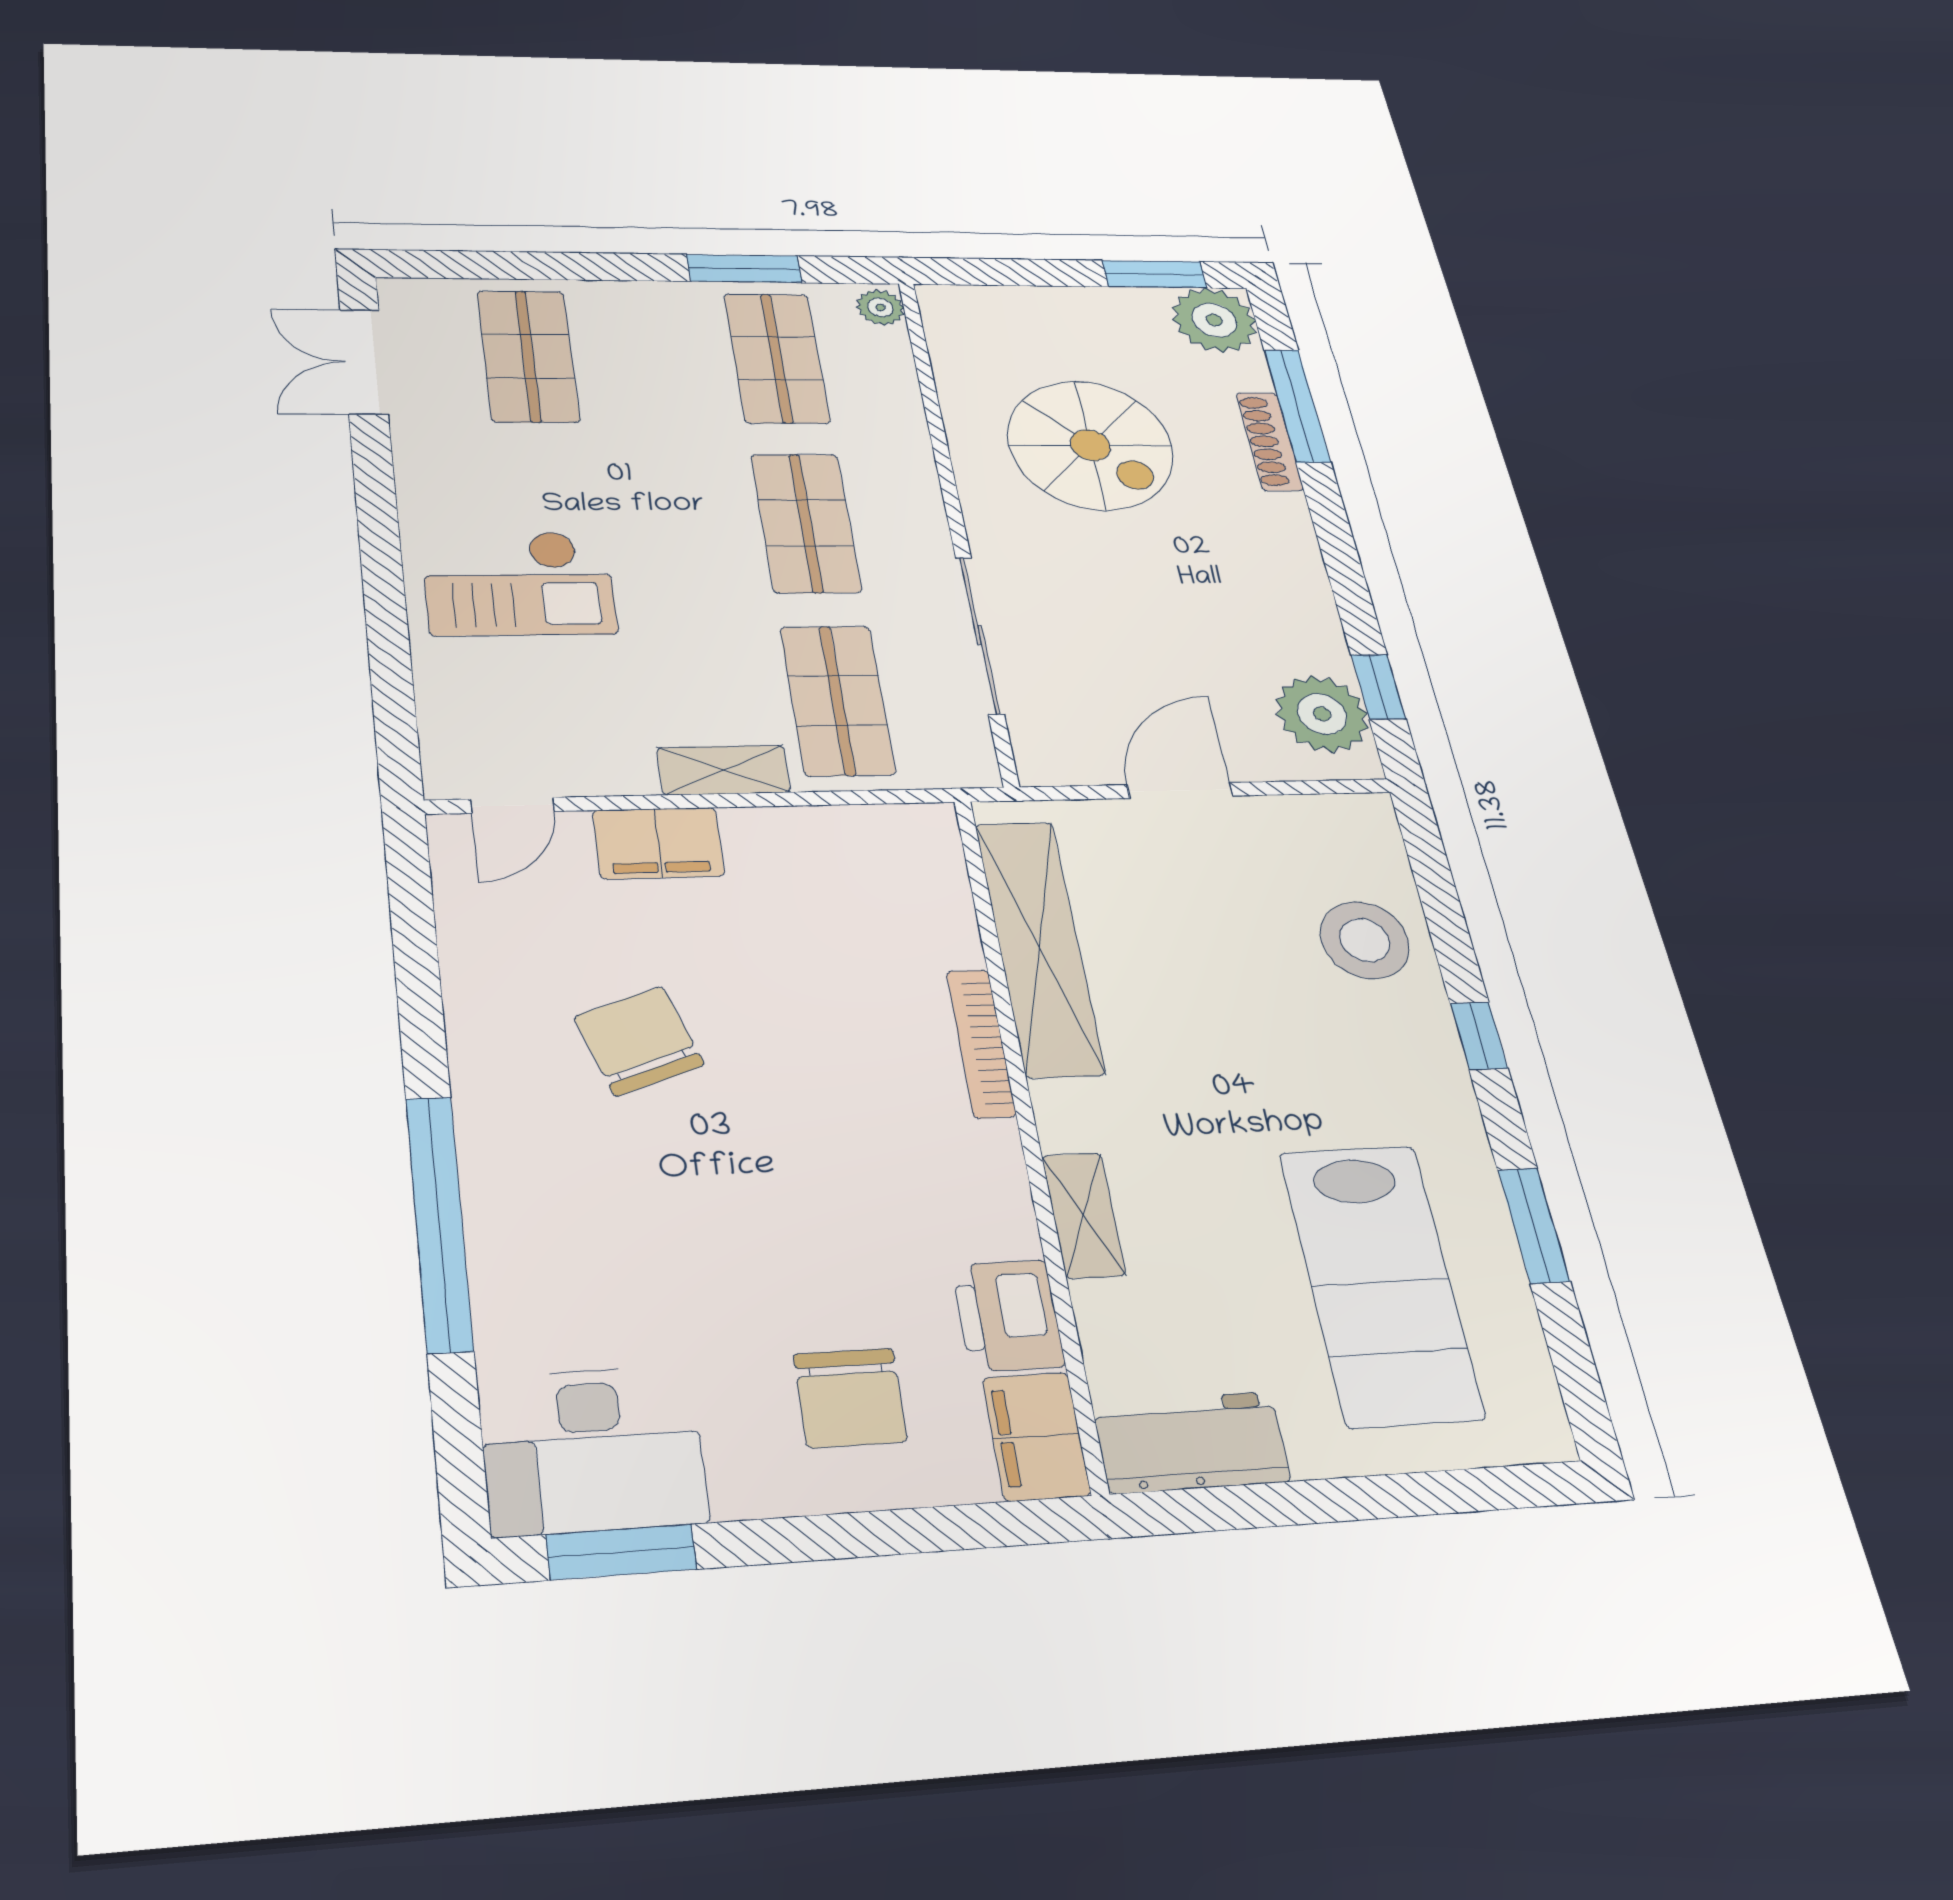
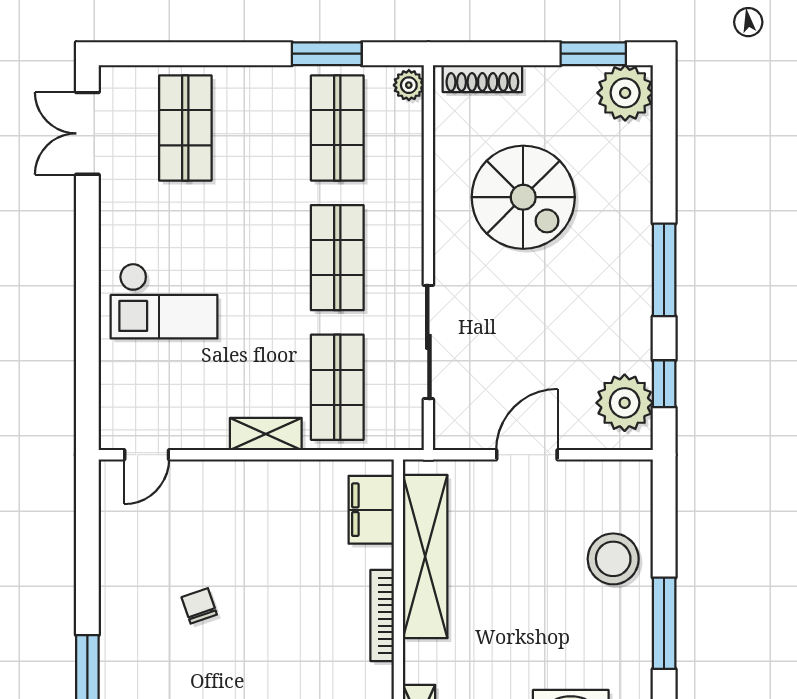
window: (1297, 406) -> (664, 270), moved
shoe rack: (1270, 441) -> (482, 79), moved, turned -90
filing cabinet: (658, 843) -> (371, 510), moved, turned 90
window: (1479, 1036) -> (664, 623), width x2.17
chair: (639, 1041) -> (199, 606), width x0.54, depth x0.54

